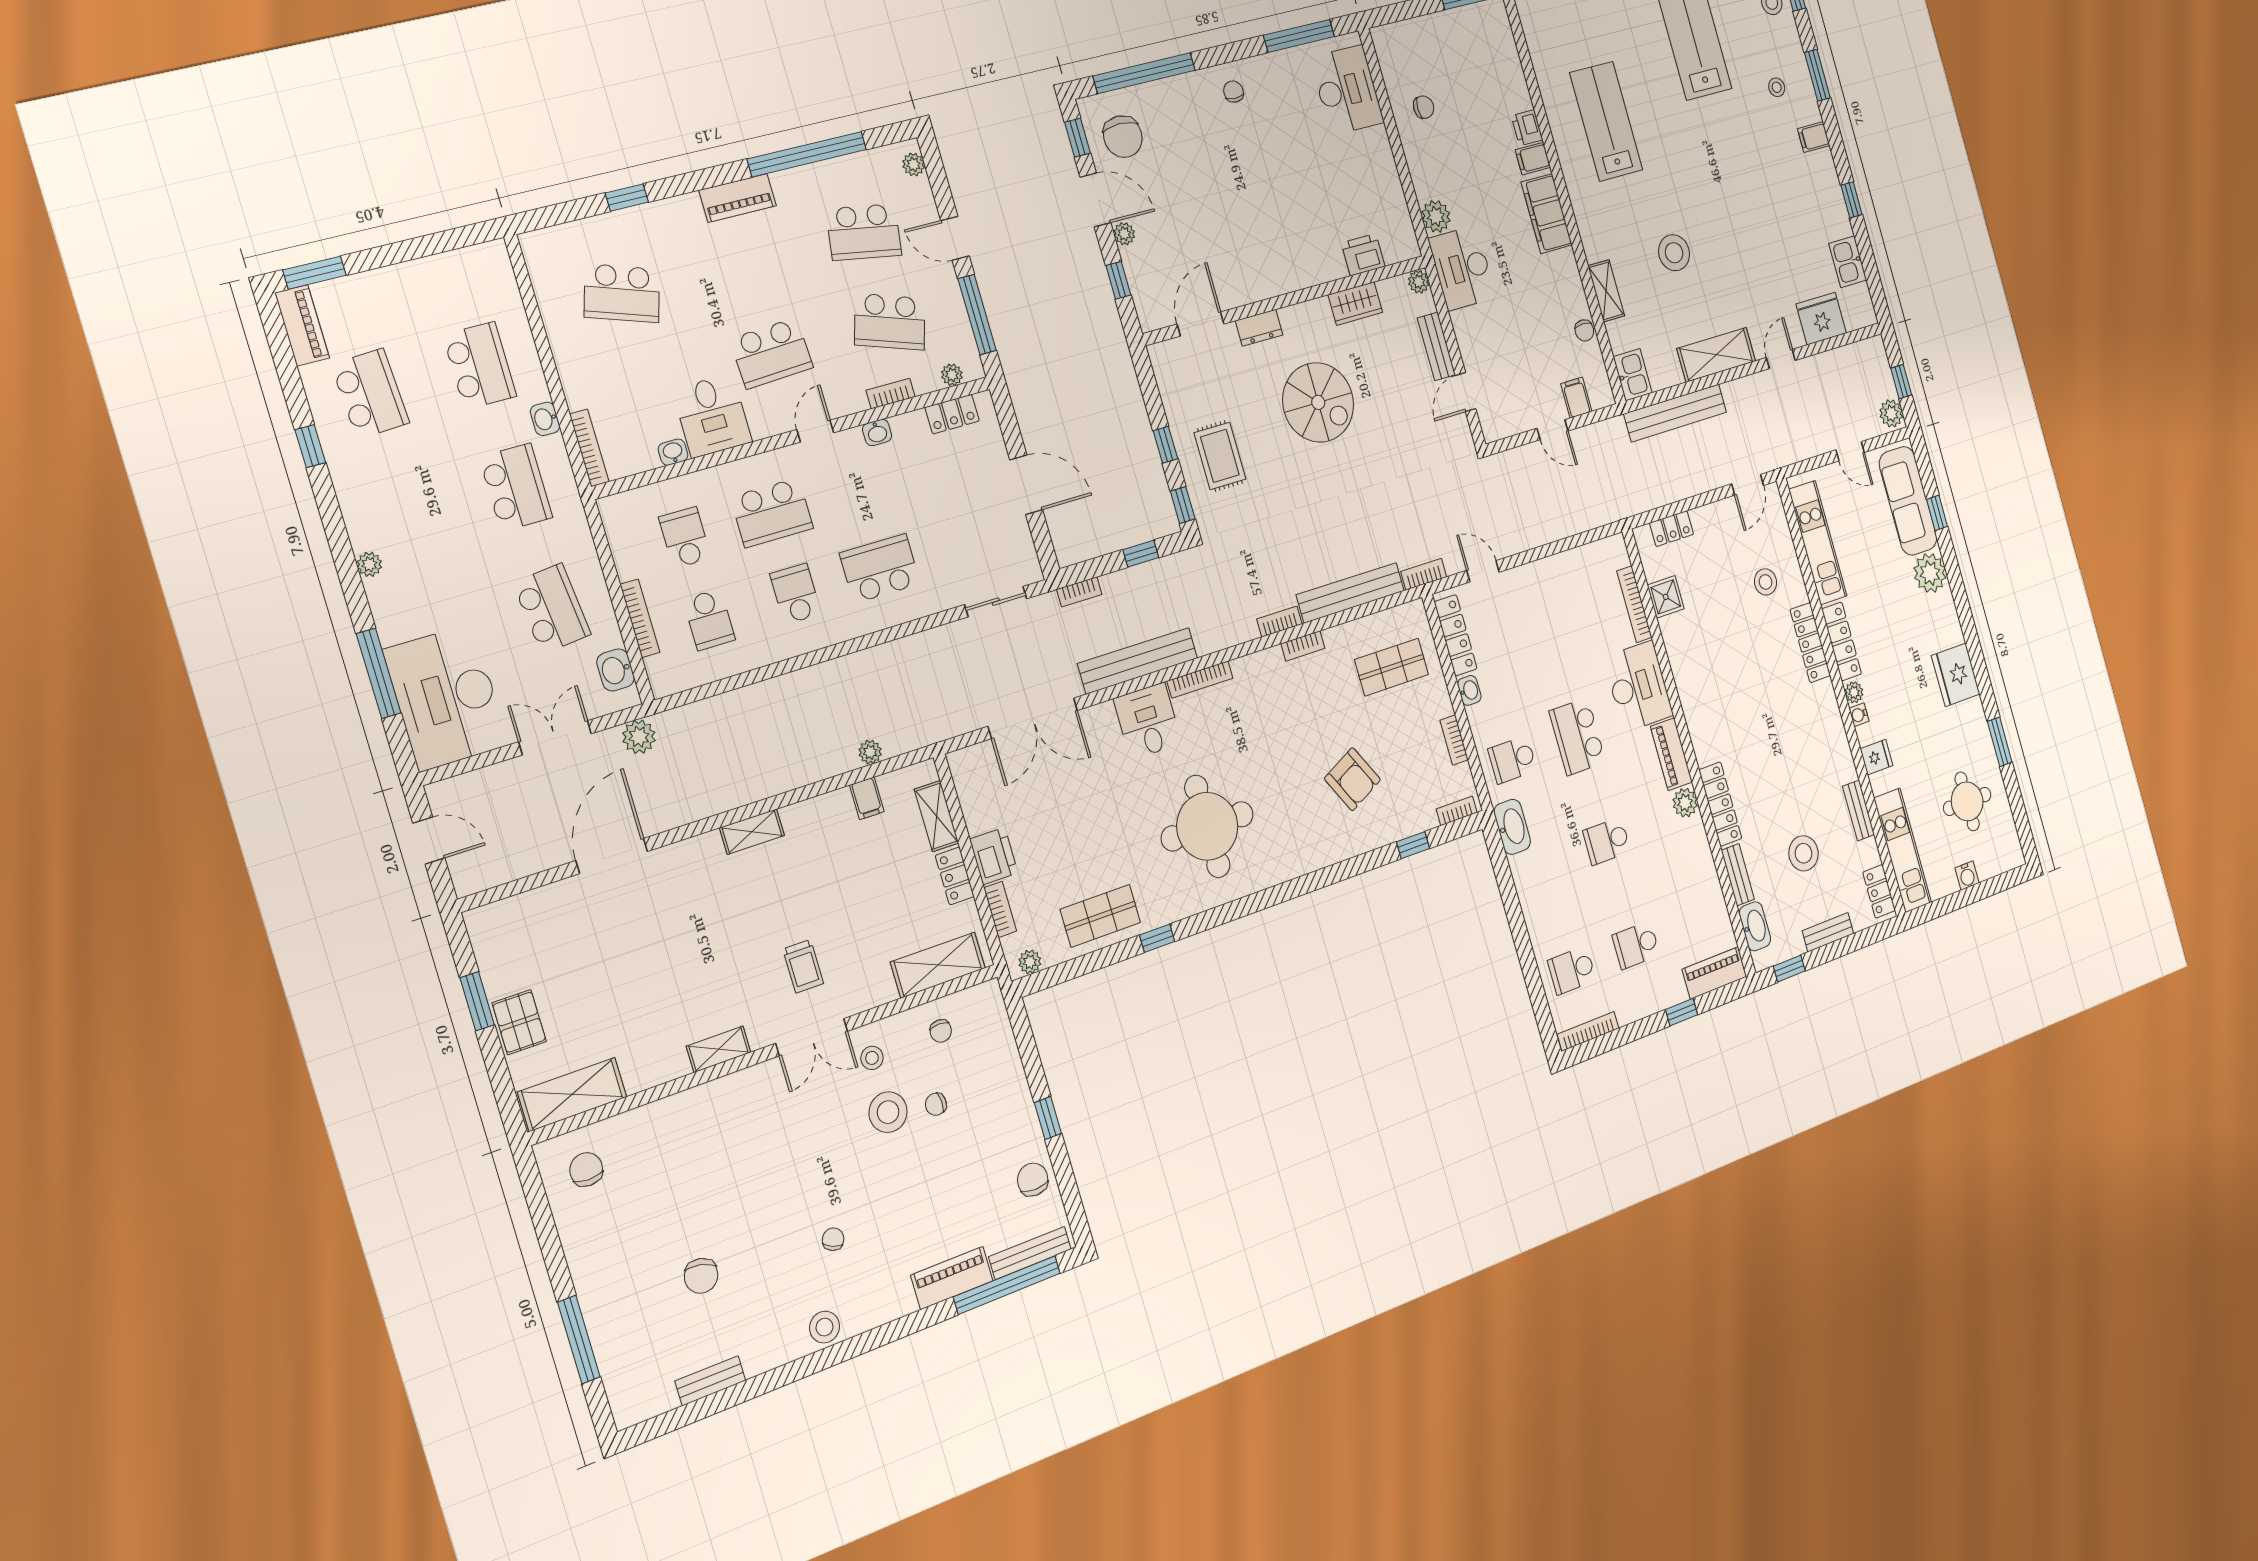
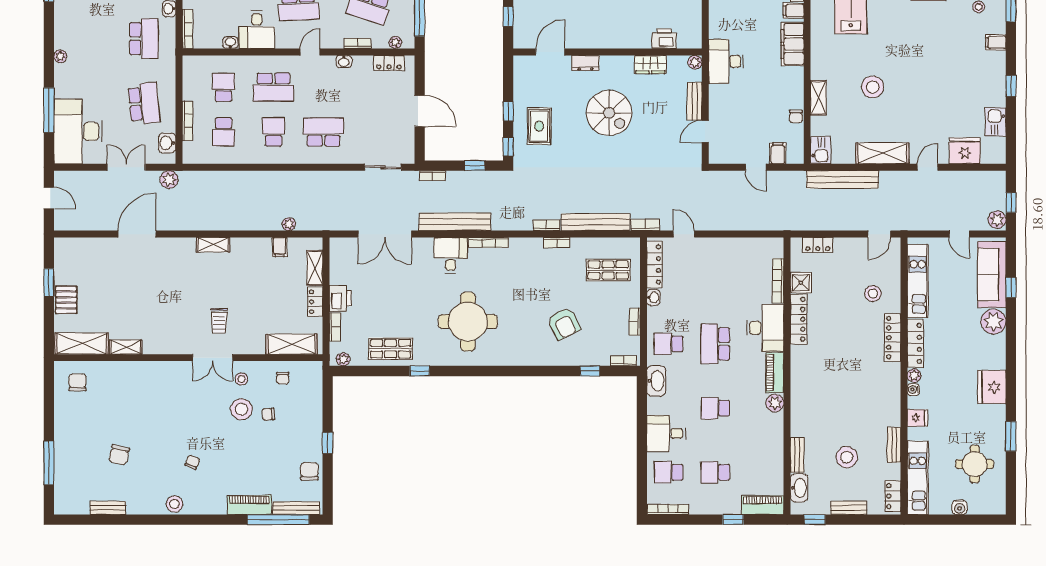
plant: (1436, 216) -> (718, 28), removed
locker: (1720, 804) -> (799, 319), moved
desk: (1551, 908) -> (666, 433), added
shelving: (719, 1049) -> (126, 347), moved

